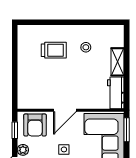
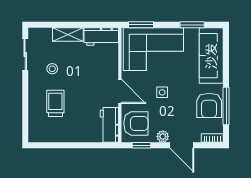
sliding door: (99, 22) -> (25, 55), added
workbench: (34, 100) -> (109, 125), added

